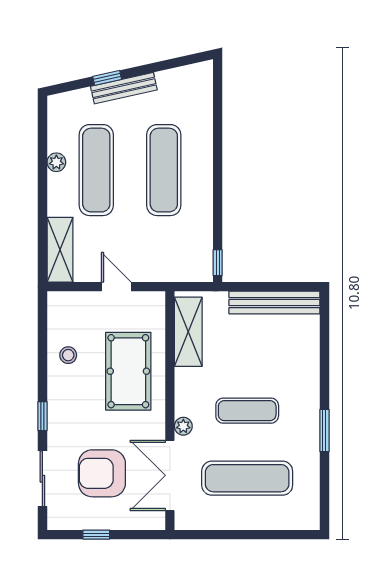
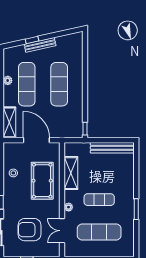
door: (116, 287) -> (36, 140), width x1.88
shelving: (188, 332) -> (71, 173), moved
double door: (170, 475) -> (62, 231), width x0.73

